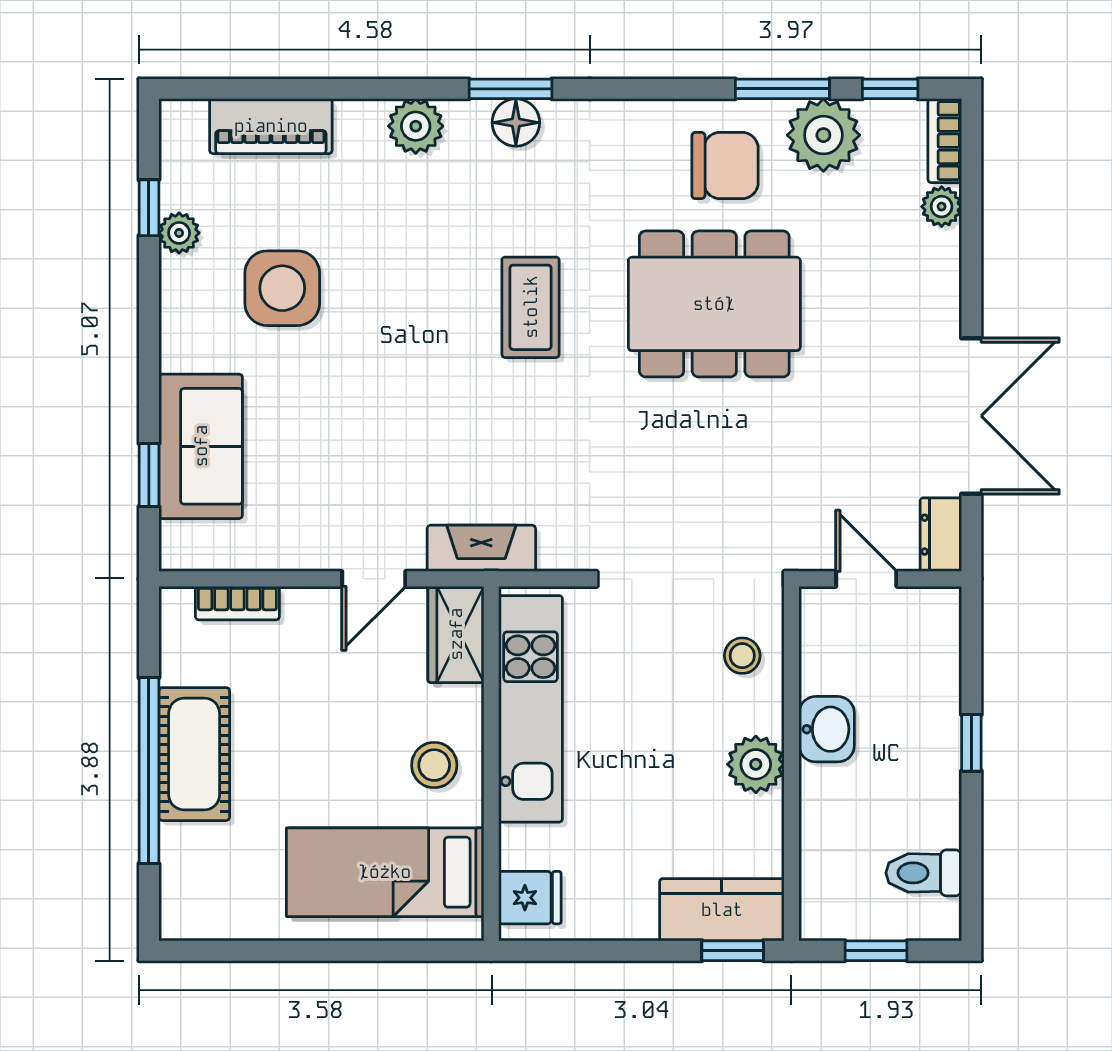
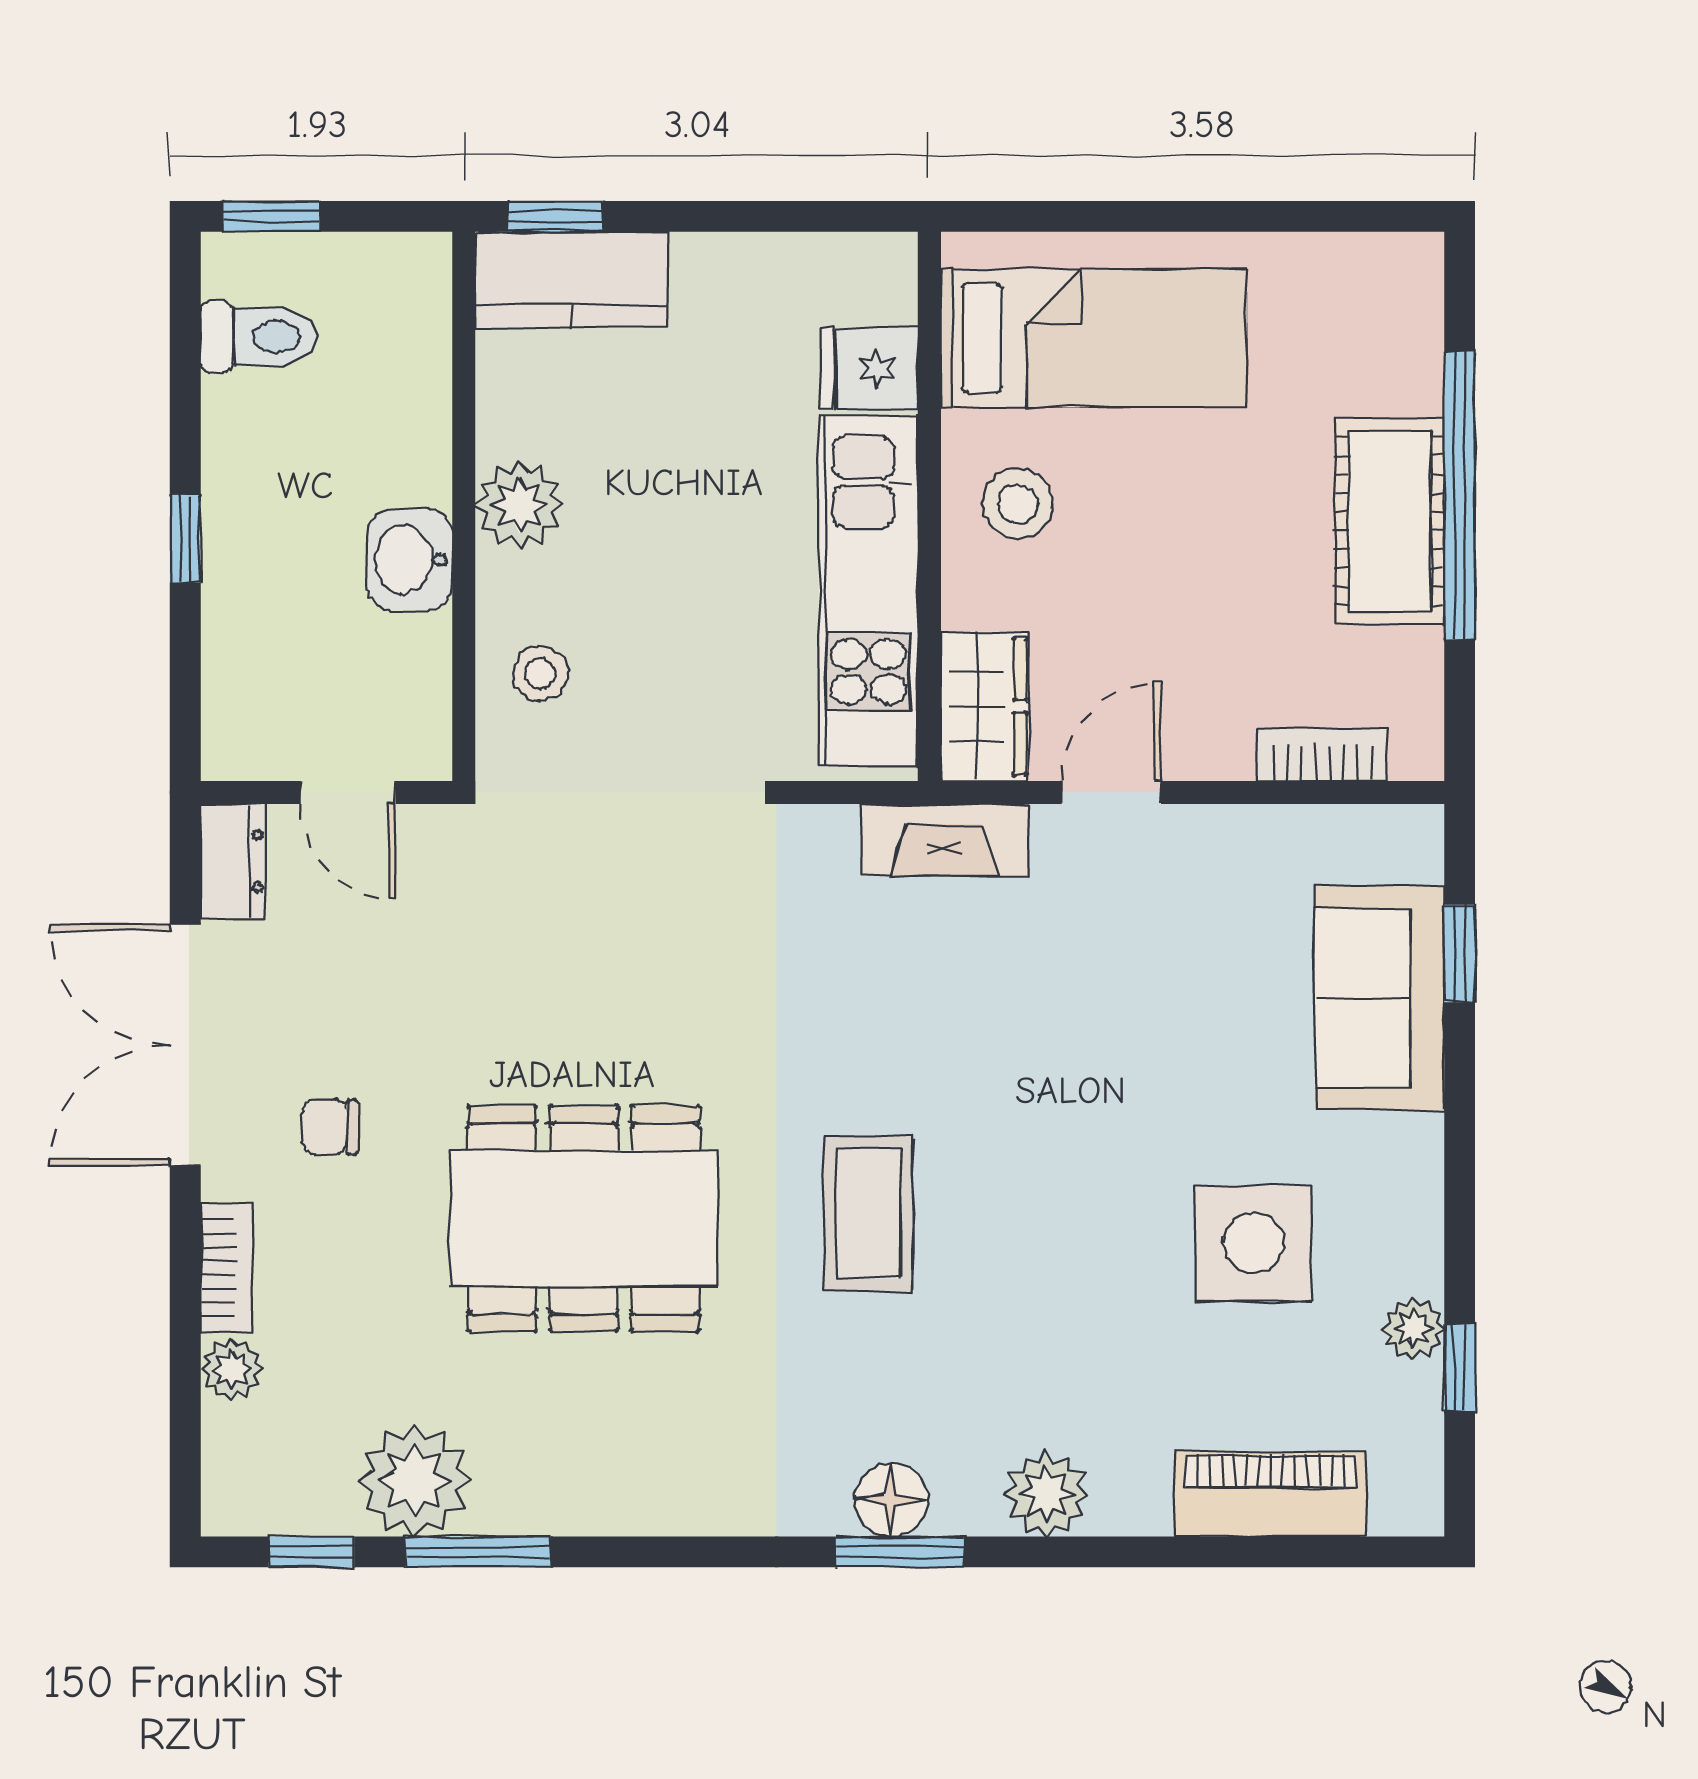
bookcase: (945, 141) -> (227, 1267), moved
chair: (725, 166) -> (330, 1127), moved, width x0.54, depth x0.54
fridge: (530, 898) -> (869, 369), moved
window: (876, 951) -> (272, 216), moved

